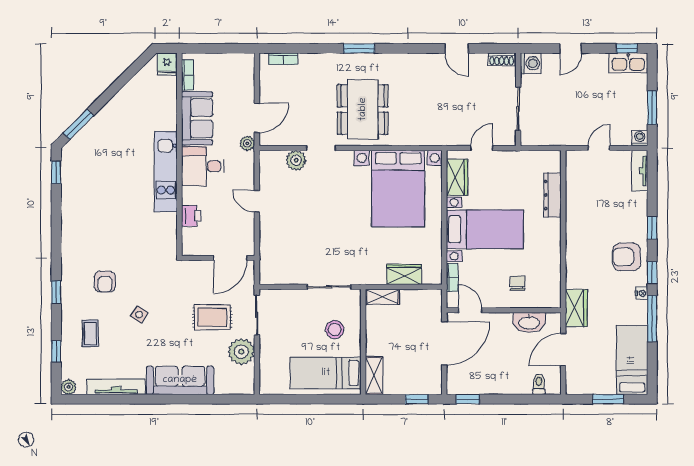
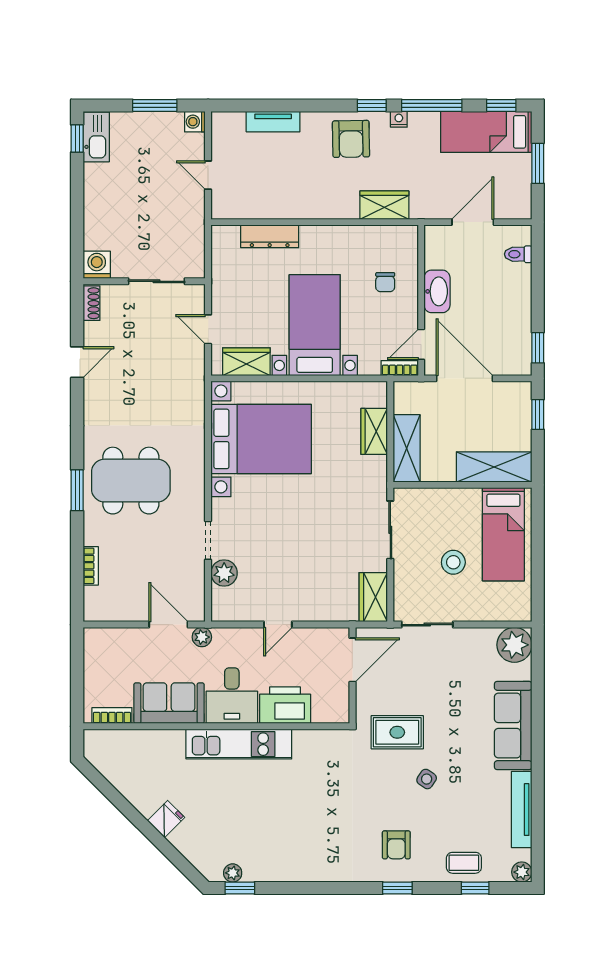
door: (571, 48) -> (77, 213), removed
bookcase: (283, 59) -> (91, 566), moved
fridge: (167, 64) -> (166, 819), moved, turned -45
dining table: (363, 109) -> (131, 481), moved
window: (78, 124) -> (177, 859), removed
plant: (68, 167) -> (233, 873), added
tv unit: (640, 171) -> (273, 122), moved
printer: (191, 216) -> (285, 705), width x1.87, depth x1.48
window: (652, 228) -> (501, 105), moved
door: (230, 258) -> (352, 660), hinge flipped
wardrobe: (278, 274) -> (373, 597), added
bookcase: (452, 277) -> (400, 368), moved
armchair: (105, 282) -> (396, 845), moved, turned 90
chair: (518, 283) -> (385, 282), turned -90
shelving: (382, 297) -> (407, 448), width x1.50, depth x1.33
wardrobe: (576, 308) -> (384, 205), moved
rug: (212, 317) -> (397, 732), moved, turned 90
washbasin: (529, 322) -> (437, 291), moved
stool: (335, 330) -> (453, 562), moved
coffee table: (90, 333) -> (464, 863), moved
door: (563, 350) -> (473, 222), swing flipped
plant: (241, 352) -> (514, 645), moved
shelving: (374, 376) -> (494, 467), width x1.50, depth x1.33

